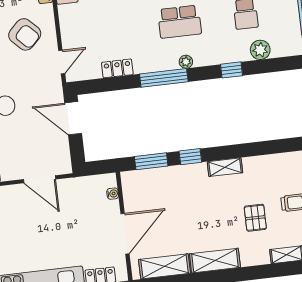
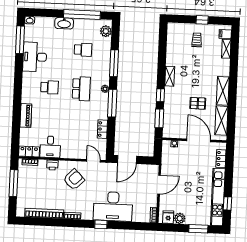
plant: (260, 50) -> (106, 31), moved
window: (231, 70) -> (114, 63), width x2.17
pallet: (255, 218) -> (198, 103), moved

